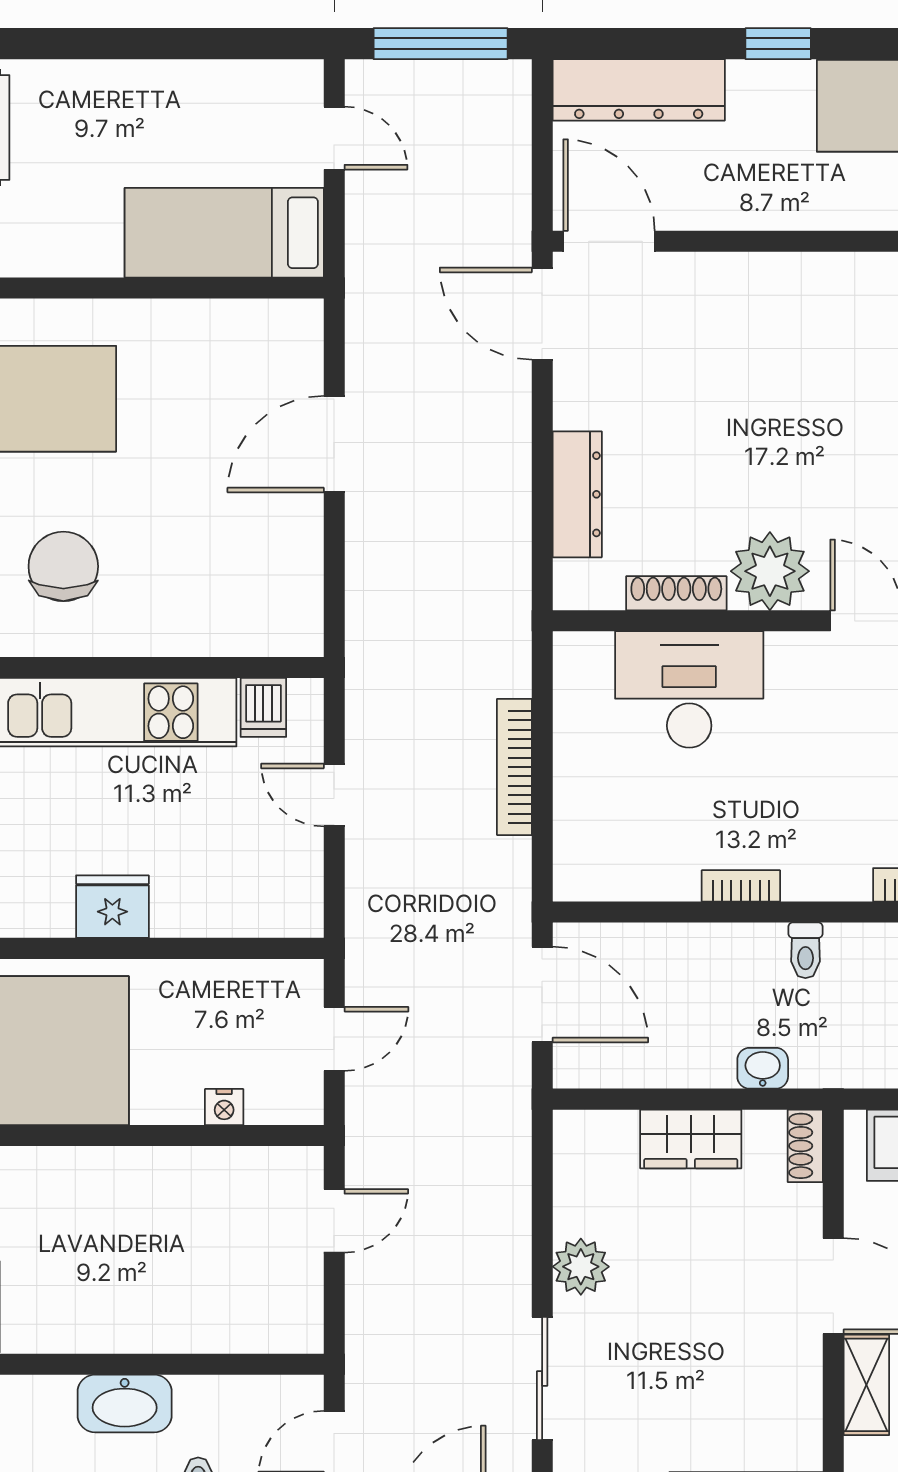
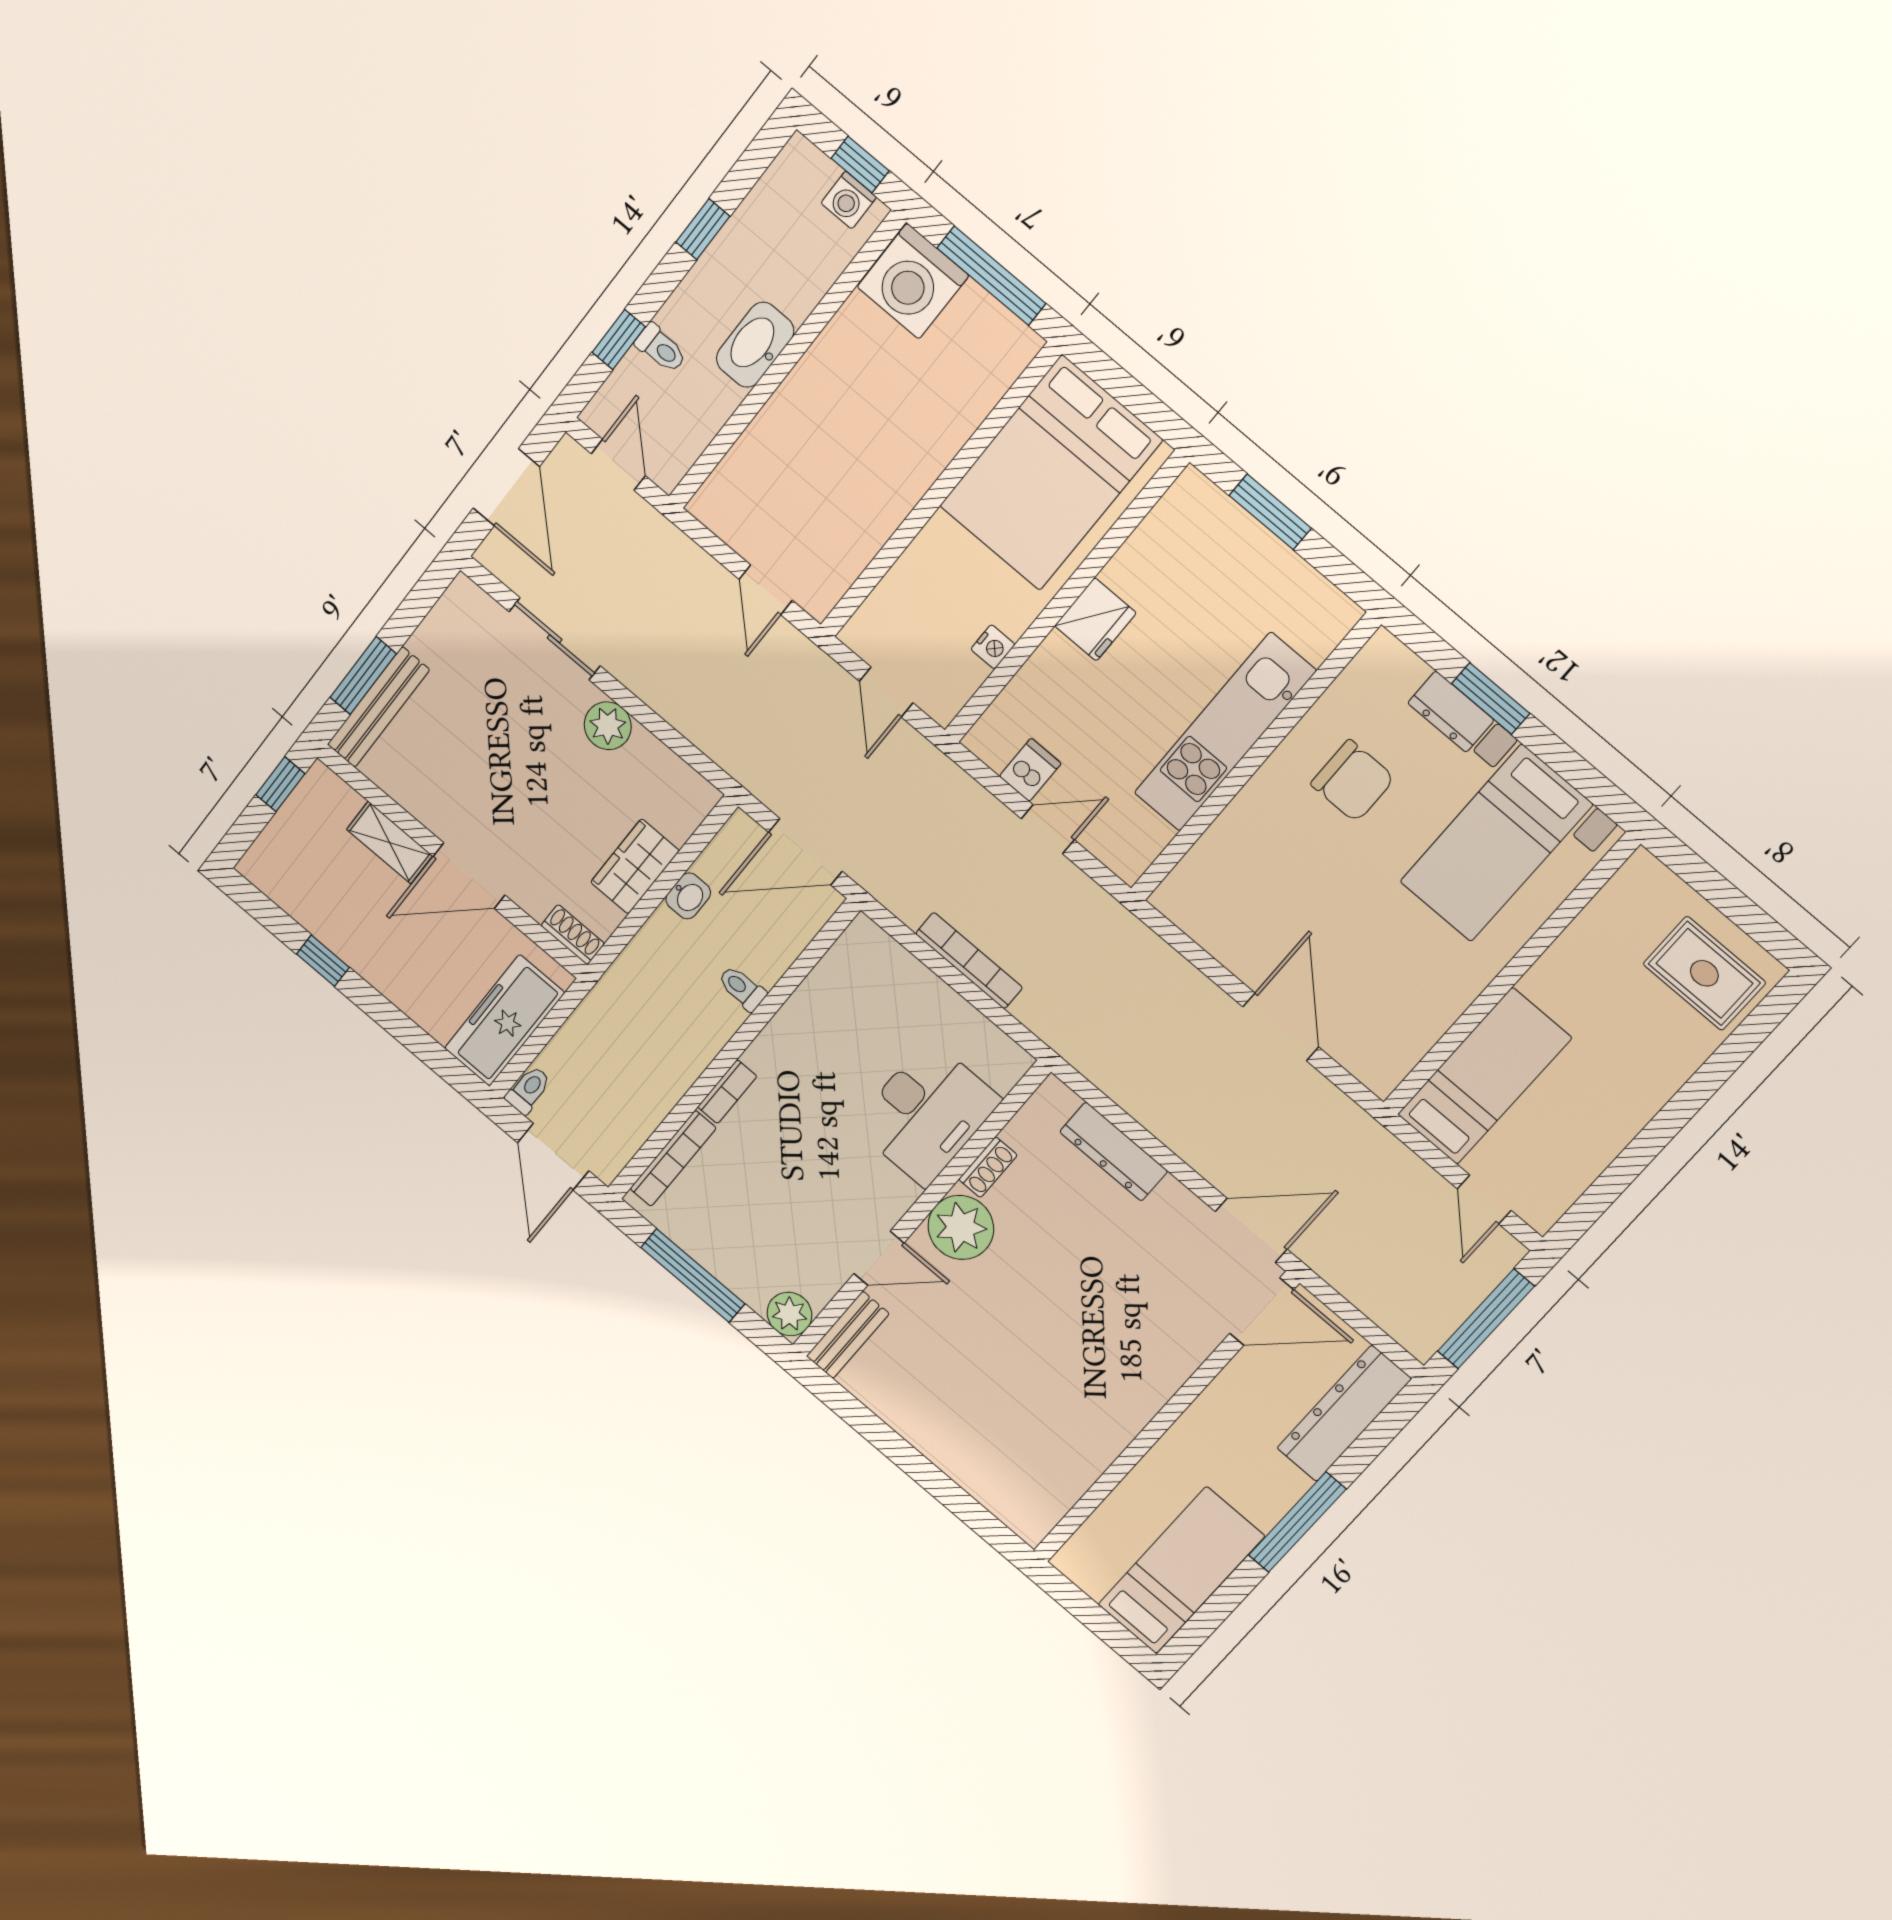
window: (778, 44) -> (1297, 1522), width x2.17
door: (334, 138) -> (1484, 1200), hinge flipped
shoe rack: (676, 593) -> (988, 1167), width x0.70
dishwasher: (263, 707) -> (1030, 770), moved, turned 90
bookcase: (741, 886) -> (727, 1092), moved
toilet: (805, 950) -> (742, 988), moved
washbasin: (763, 1068) -> (688, 896), moved
nightstand: (224, 1107) -> (993, 647), moved, turned 180

